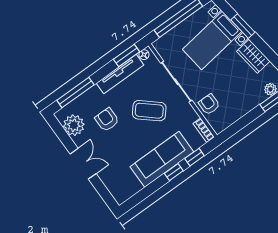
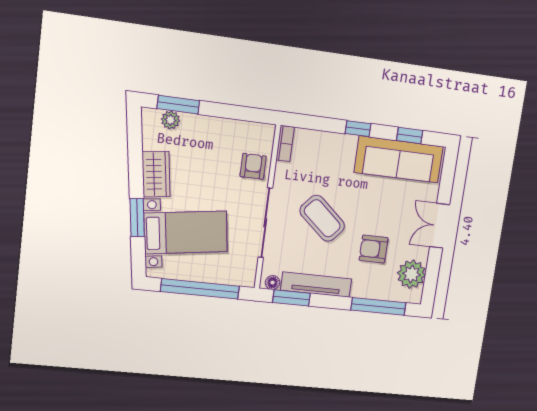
armchair: (209, 104) -> (253, 166), turned 180
armchair: (107, 120) -> (374, 249), turned 90
window: (194, 157) -> (410, 136), moved
sofa: (162, 159) -> (399, 159), moved

